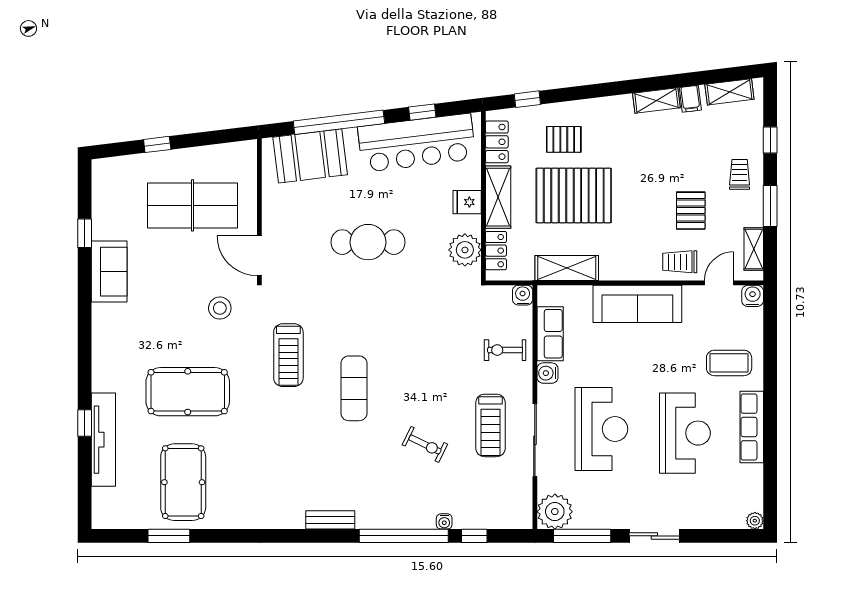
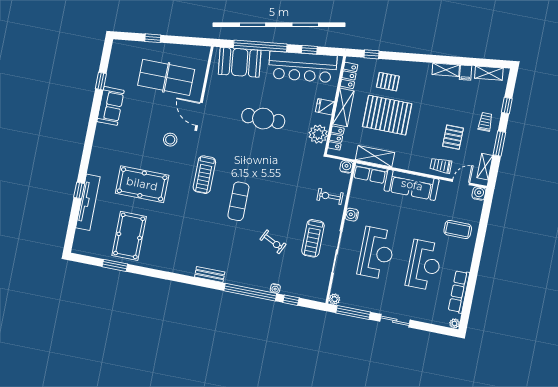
row of seats: (550, 334) -> (370, 173), moved, turned 90
row of seats: (752, 427) -> (459, 292), moved
plant: (555, 512) -> (334, 299), width x0.53, depth x0.53

